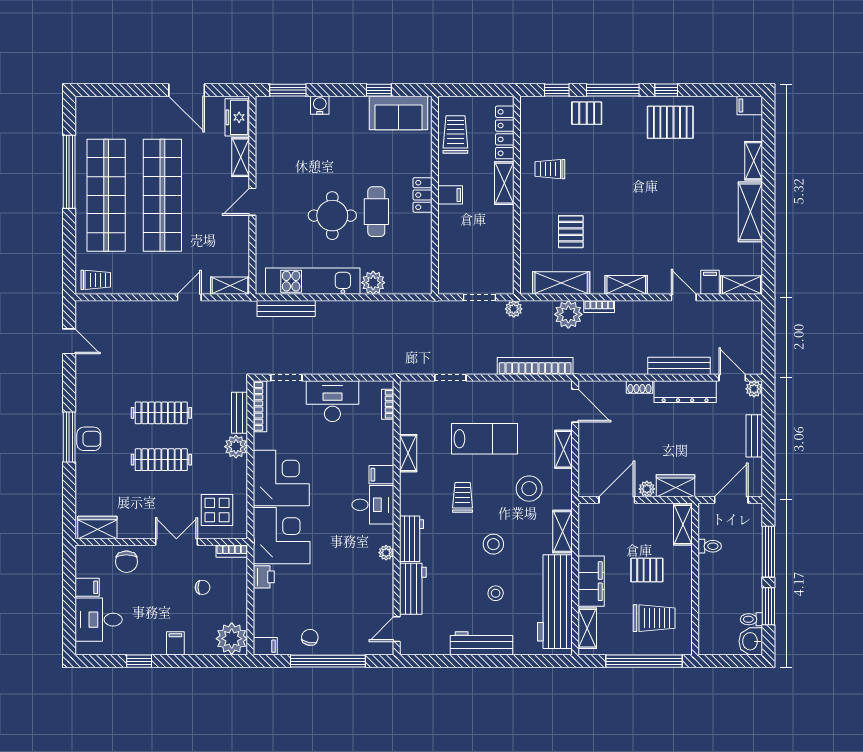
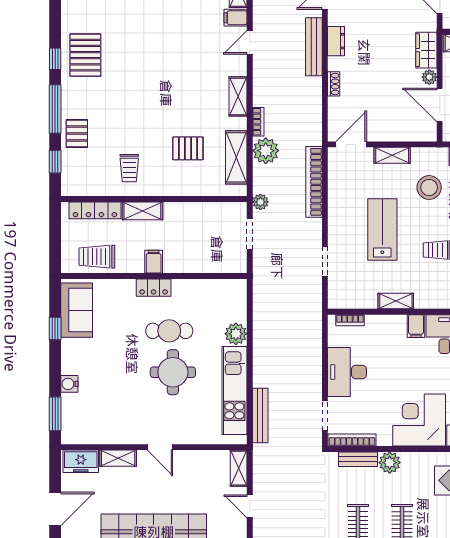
dresser: (685, 392) -> (336, 41), width x0.51, depth x0.80

